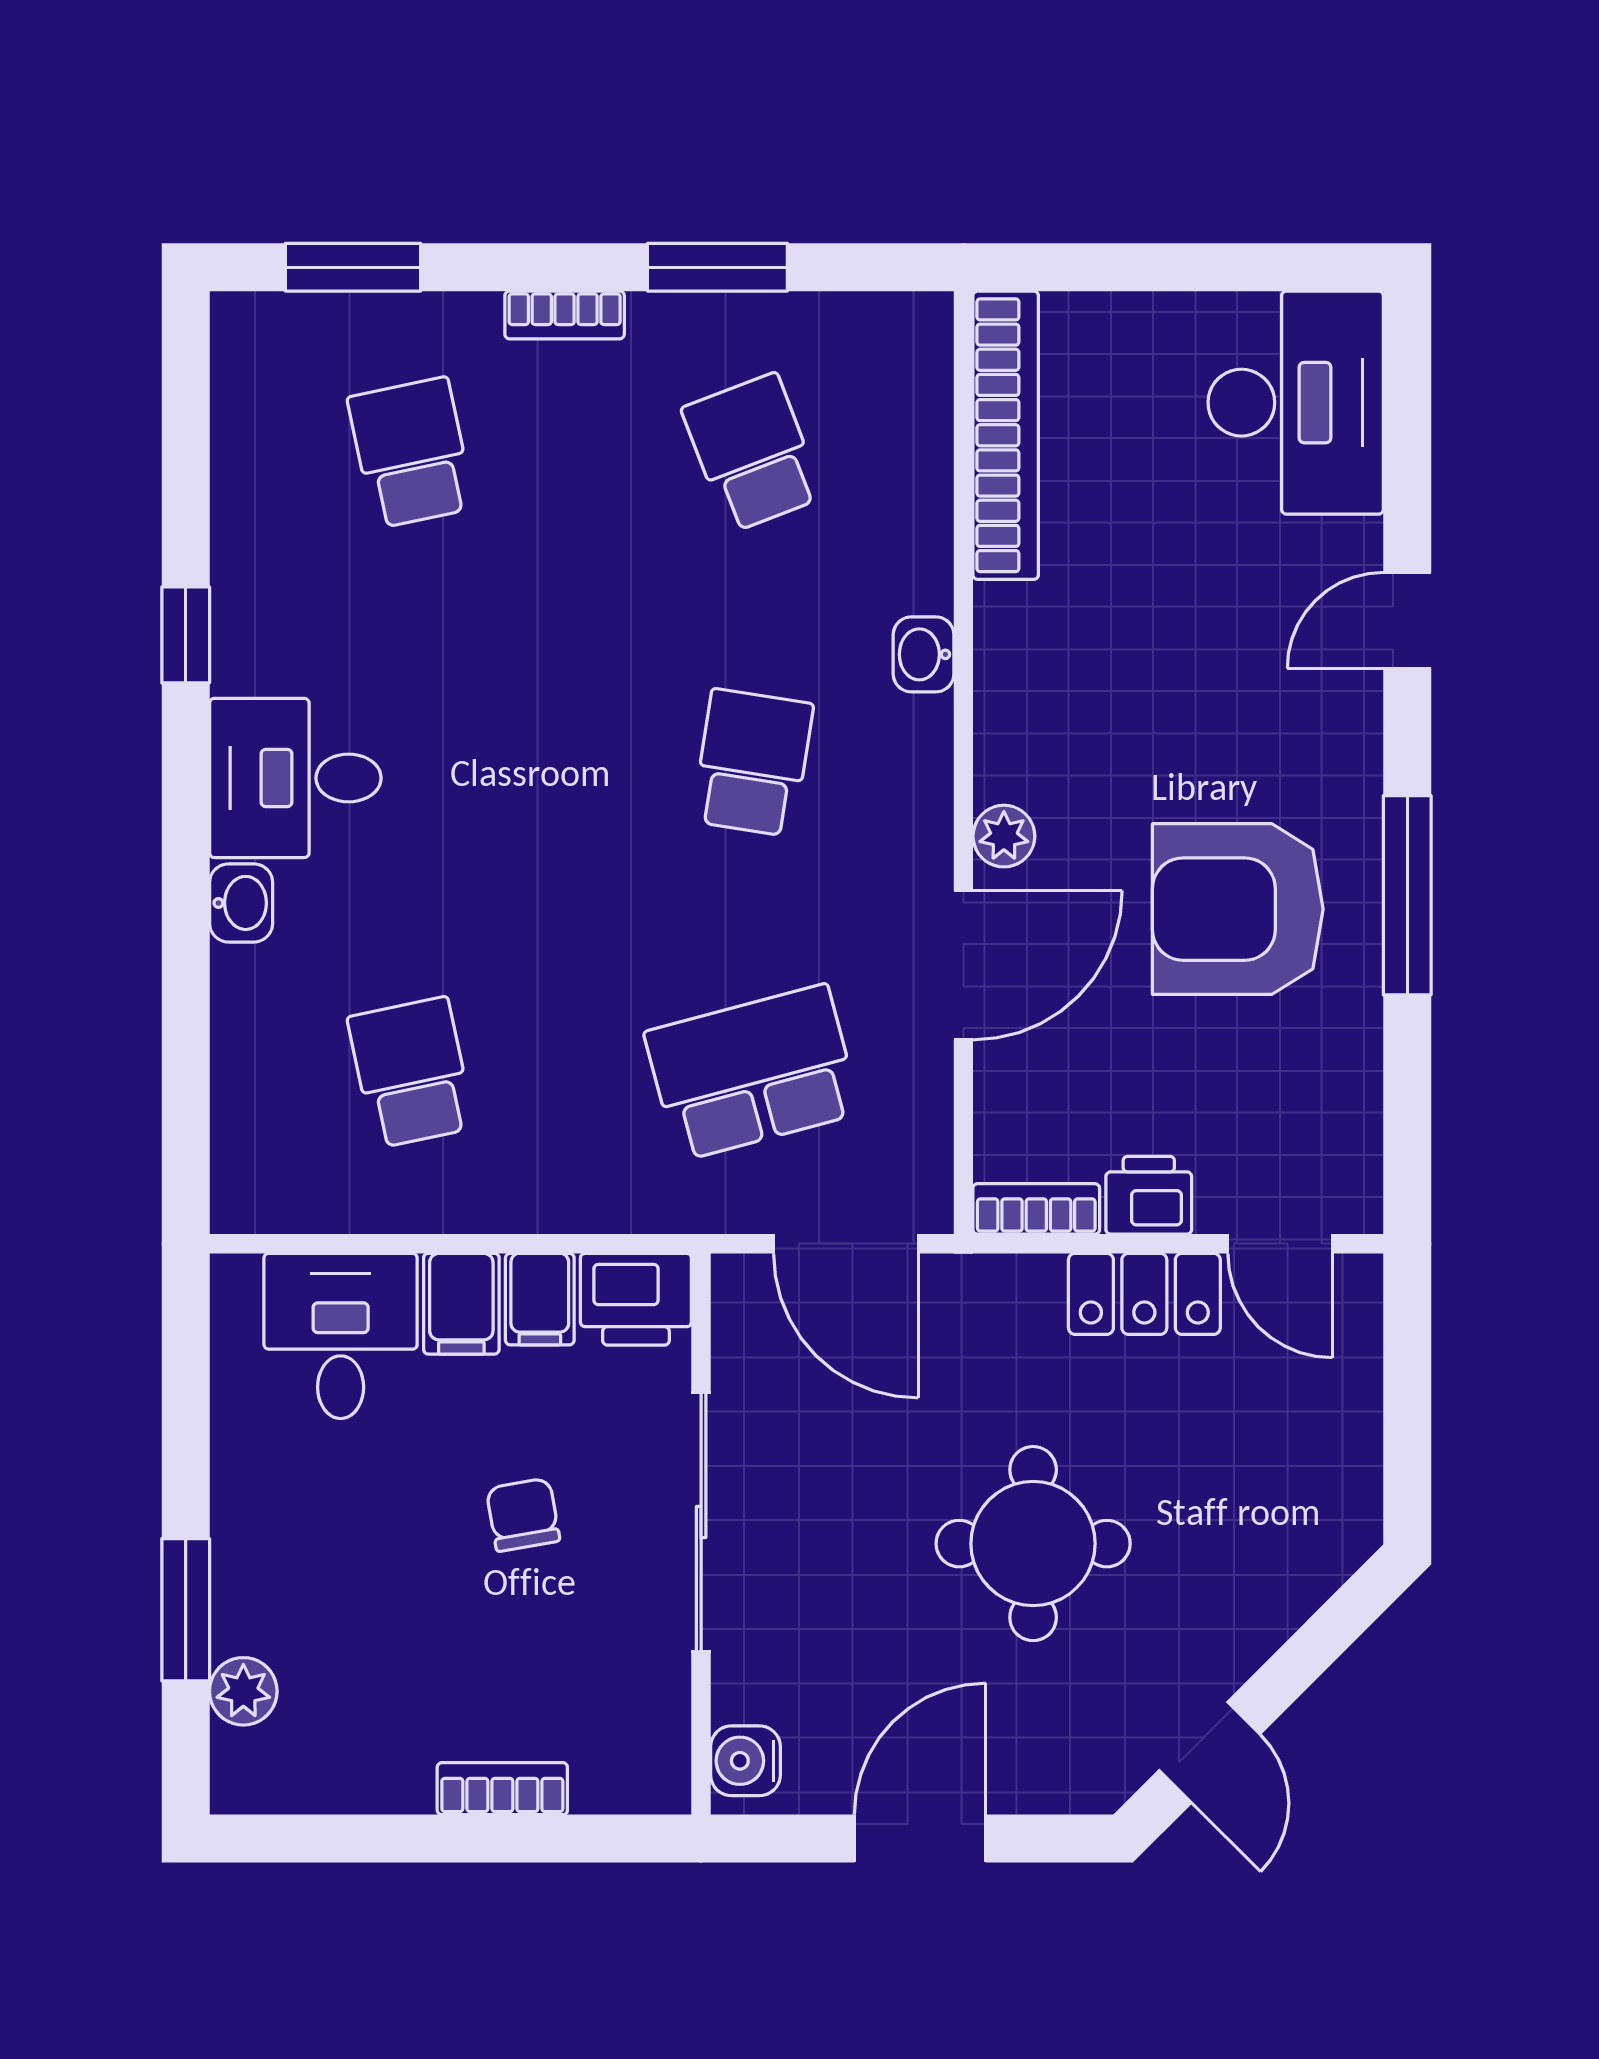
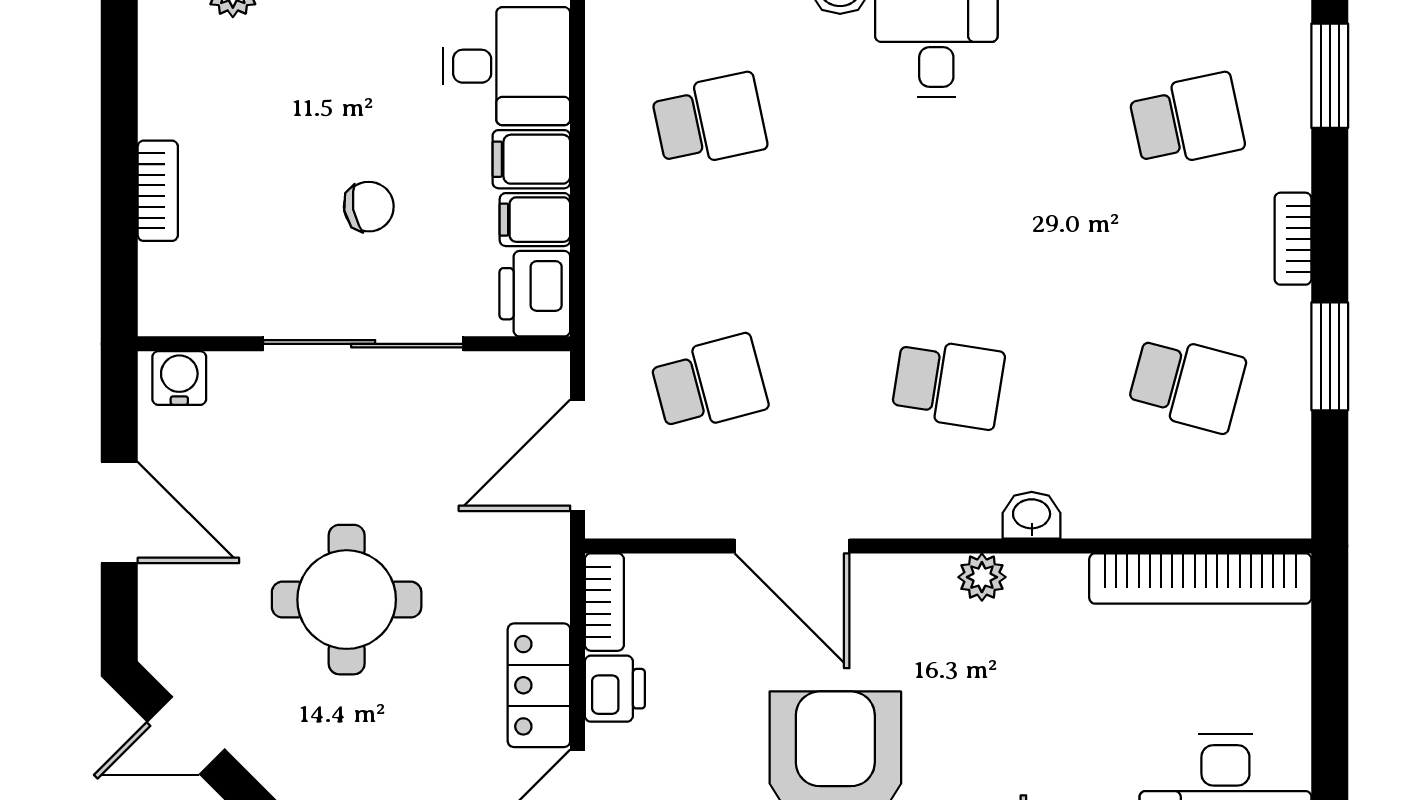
school desk: (753, 453) -> (1187, 383), turned 36
plant: (1004, 836) -> (982, 577), moved
school desk: (753, 1073) -> (709, 383), width x0.54

